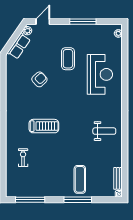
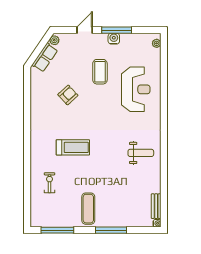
door: (43, 22) -> (85, 30), moved
water cooler: (80, 29) -> (114, 39), added
exercise mat: (80, 179) -> (88, 209), moved

